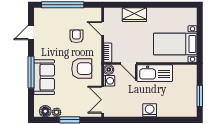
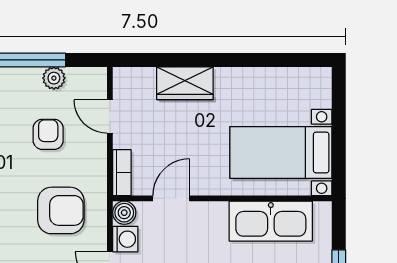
plant: (79, 12) -> (54, 78), added
door: (129, 63) -> (171, 198), swing flipped
kitchen sink: (155, 73) -> (271, 221), moved

